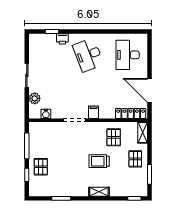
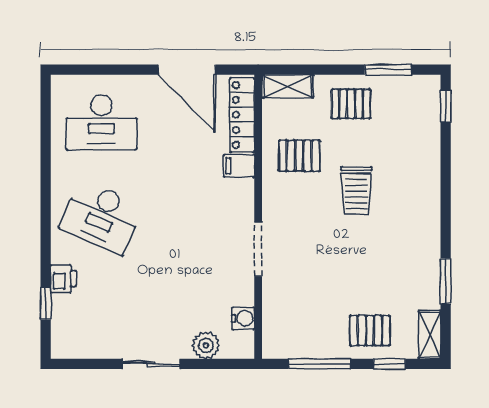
desk: (88, 55) -> (101, 217), turned 45
door: (150, 90) -> (187, 70), hinge flipped
filing cabinet: (93, 112) -> (239, 166), moved
shelving: (99, 192) -> (430, 335), moved

